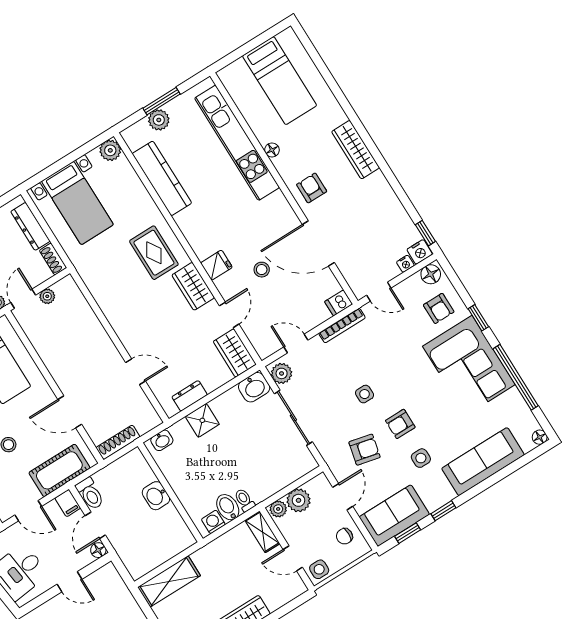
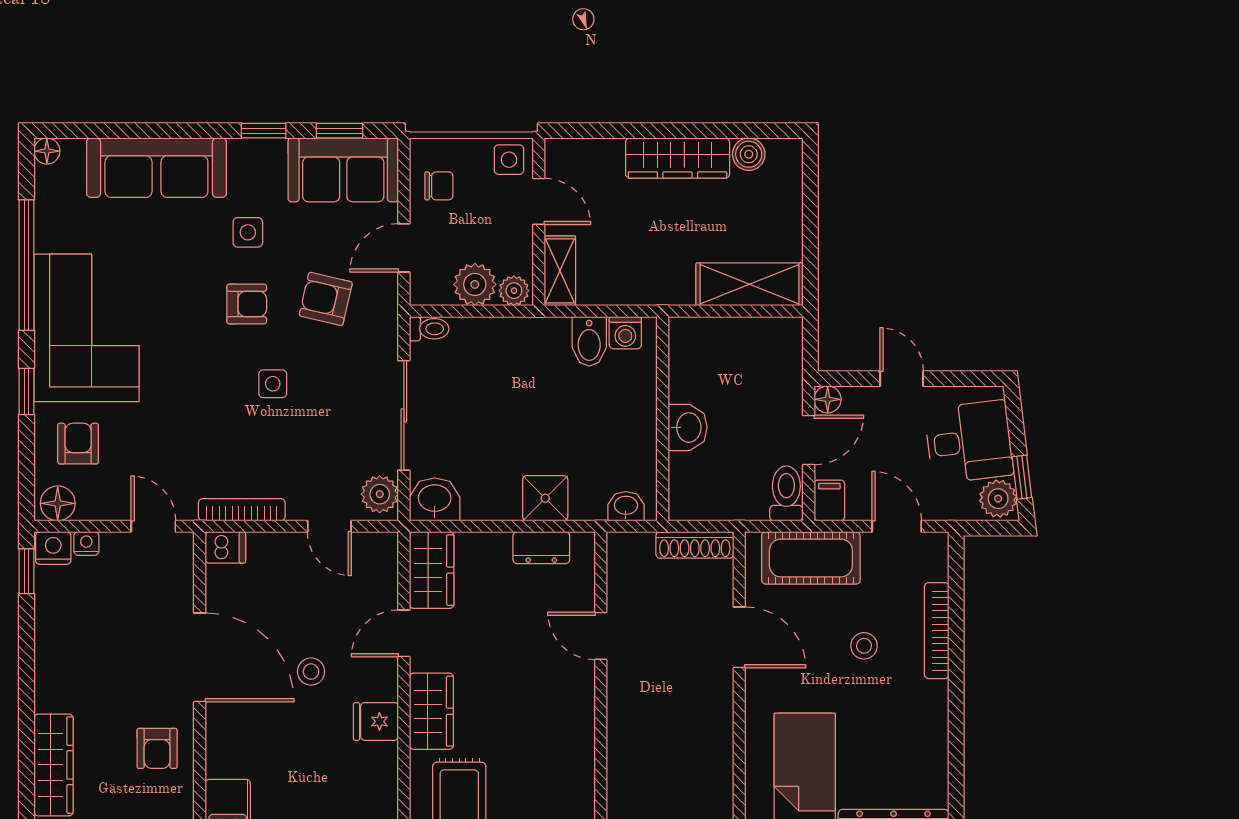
toilet: (244, 500) -> (429, 329), moved, turned -90

